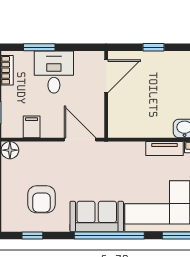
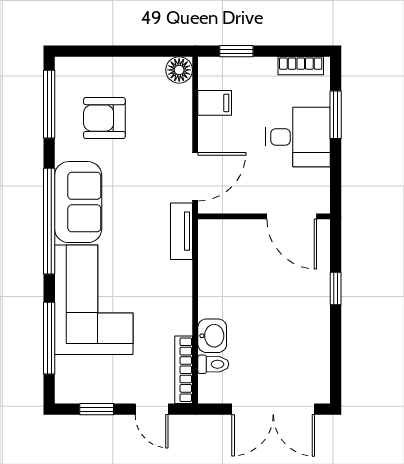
tv unit: (164, 149) -> (182, 231), moved
window: (32, 236) -> (49, 104), width x2.17

